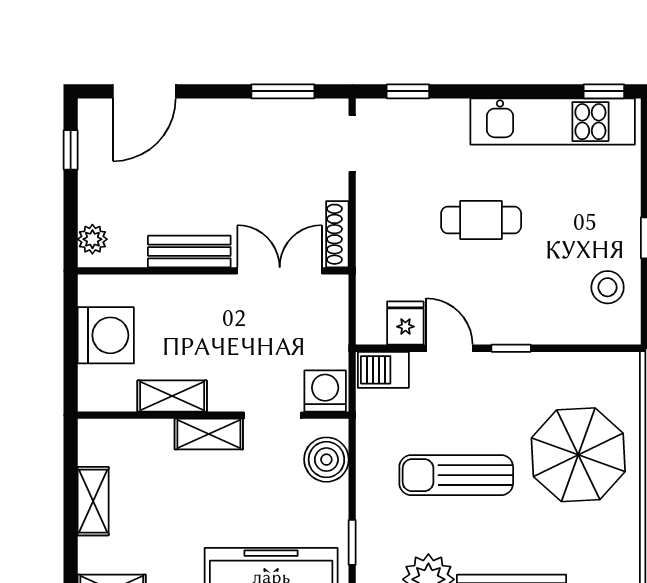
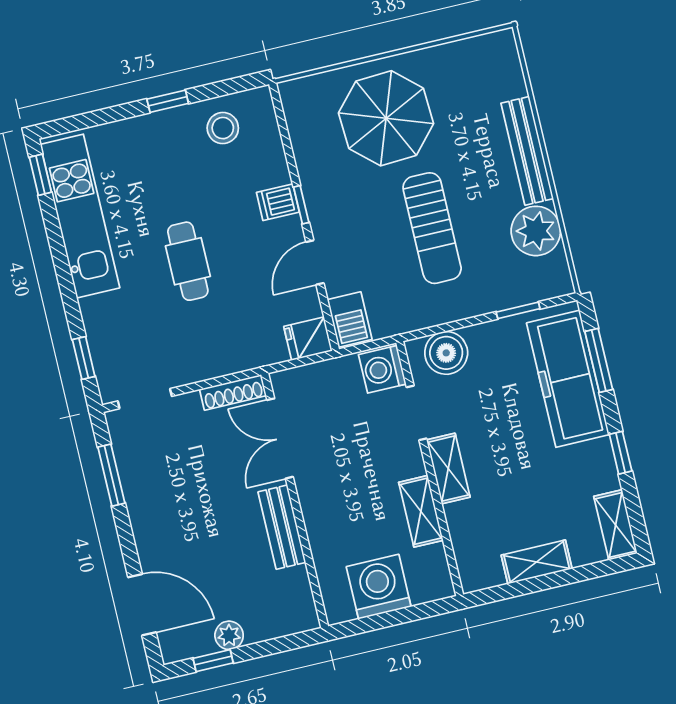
plant: (92, 239) -> (229, 635), moved
fridge: (405, 323) -> (308, 339), moved
dishwasher: (519, 325) -> (278, 202), added

